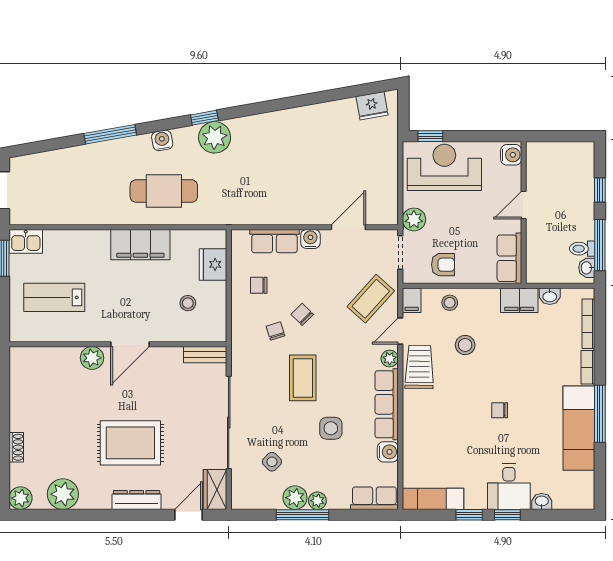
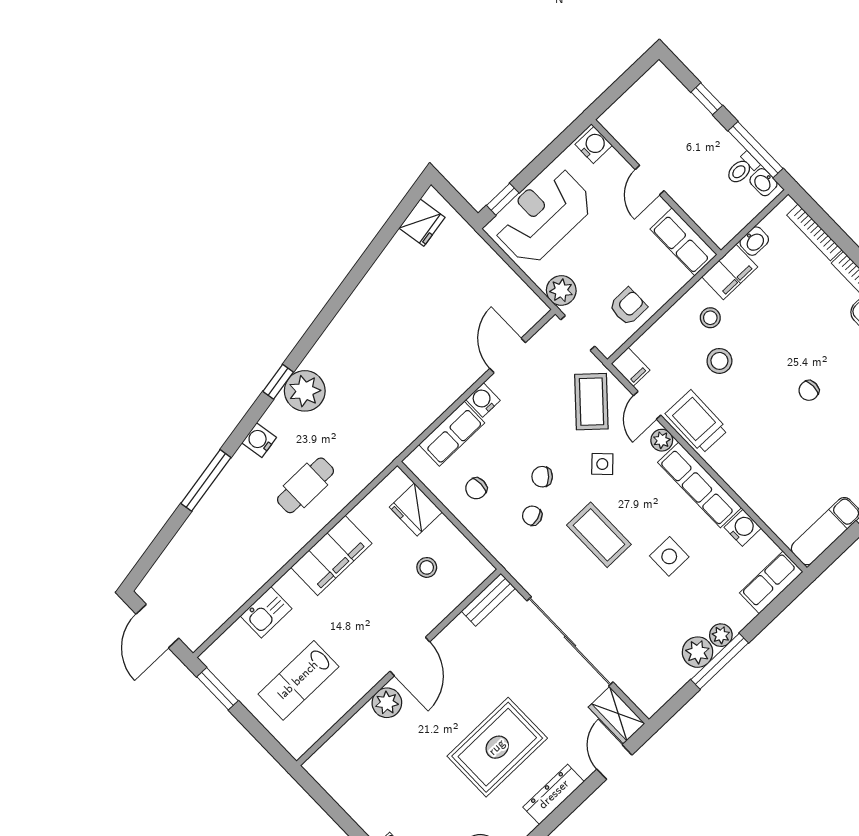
cafe table: (164, 191) -> (305, 485), width x0.73, depth x0.74
kitchen sink: (26, 241) -> (266, 612), moved
stool: (450, 303) -> (710, 318), moved
side table: (272, 462) -> (602, 464), moved

